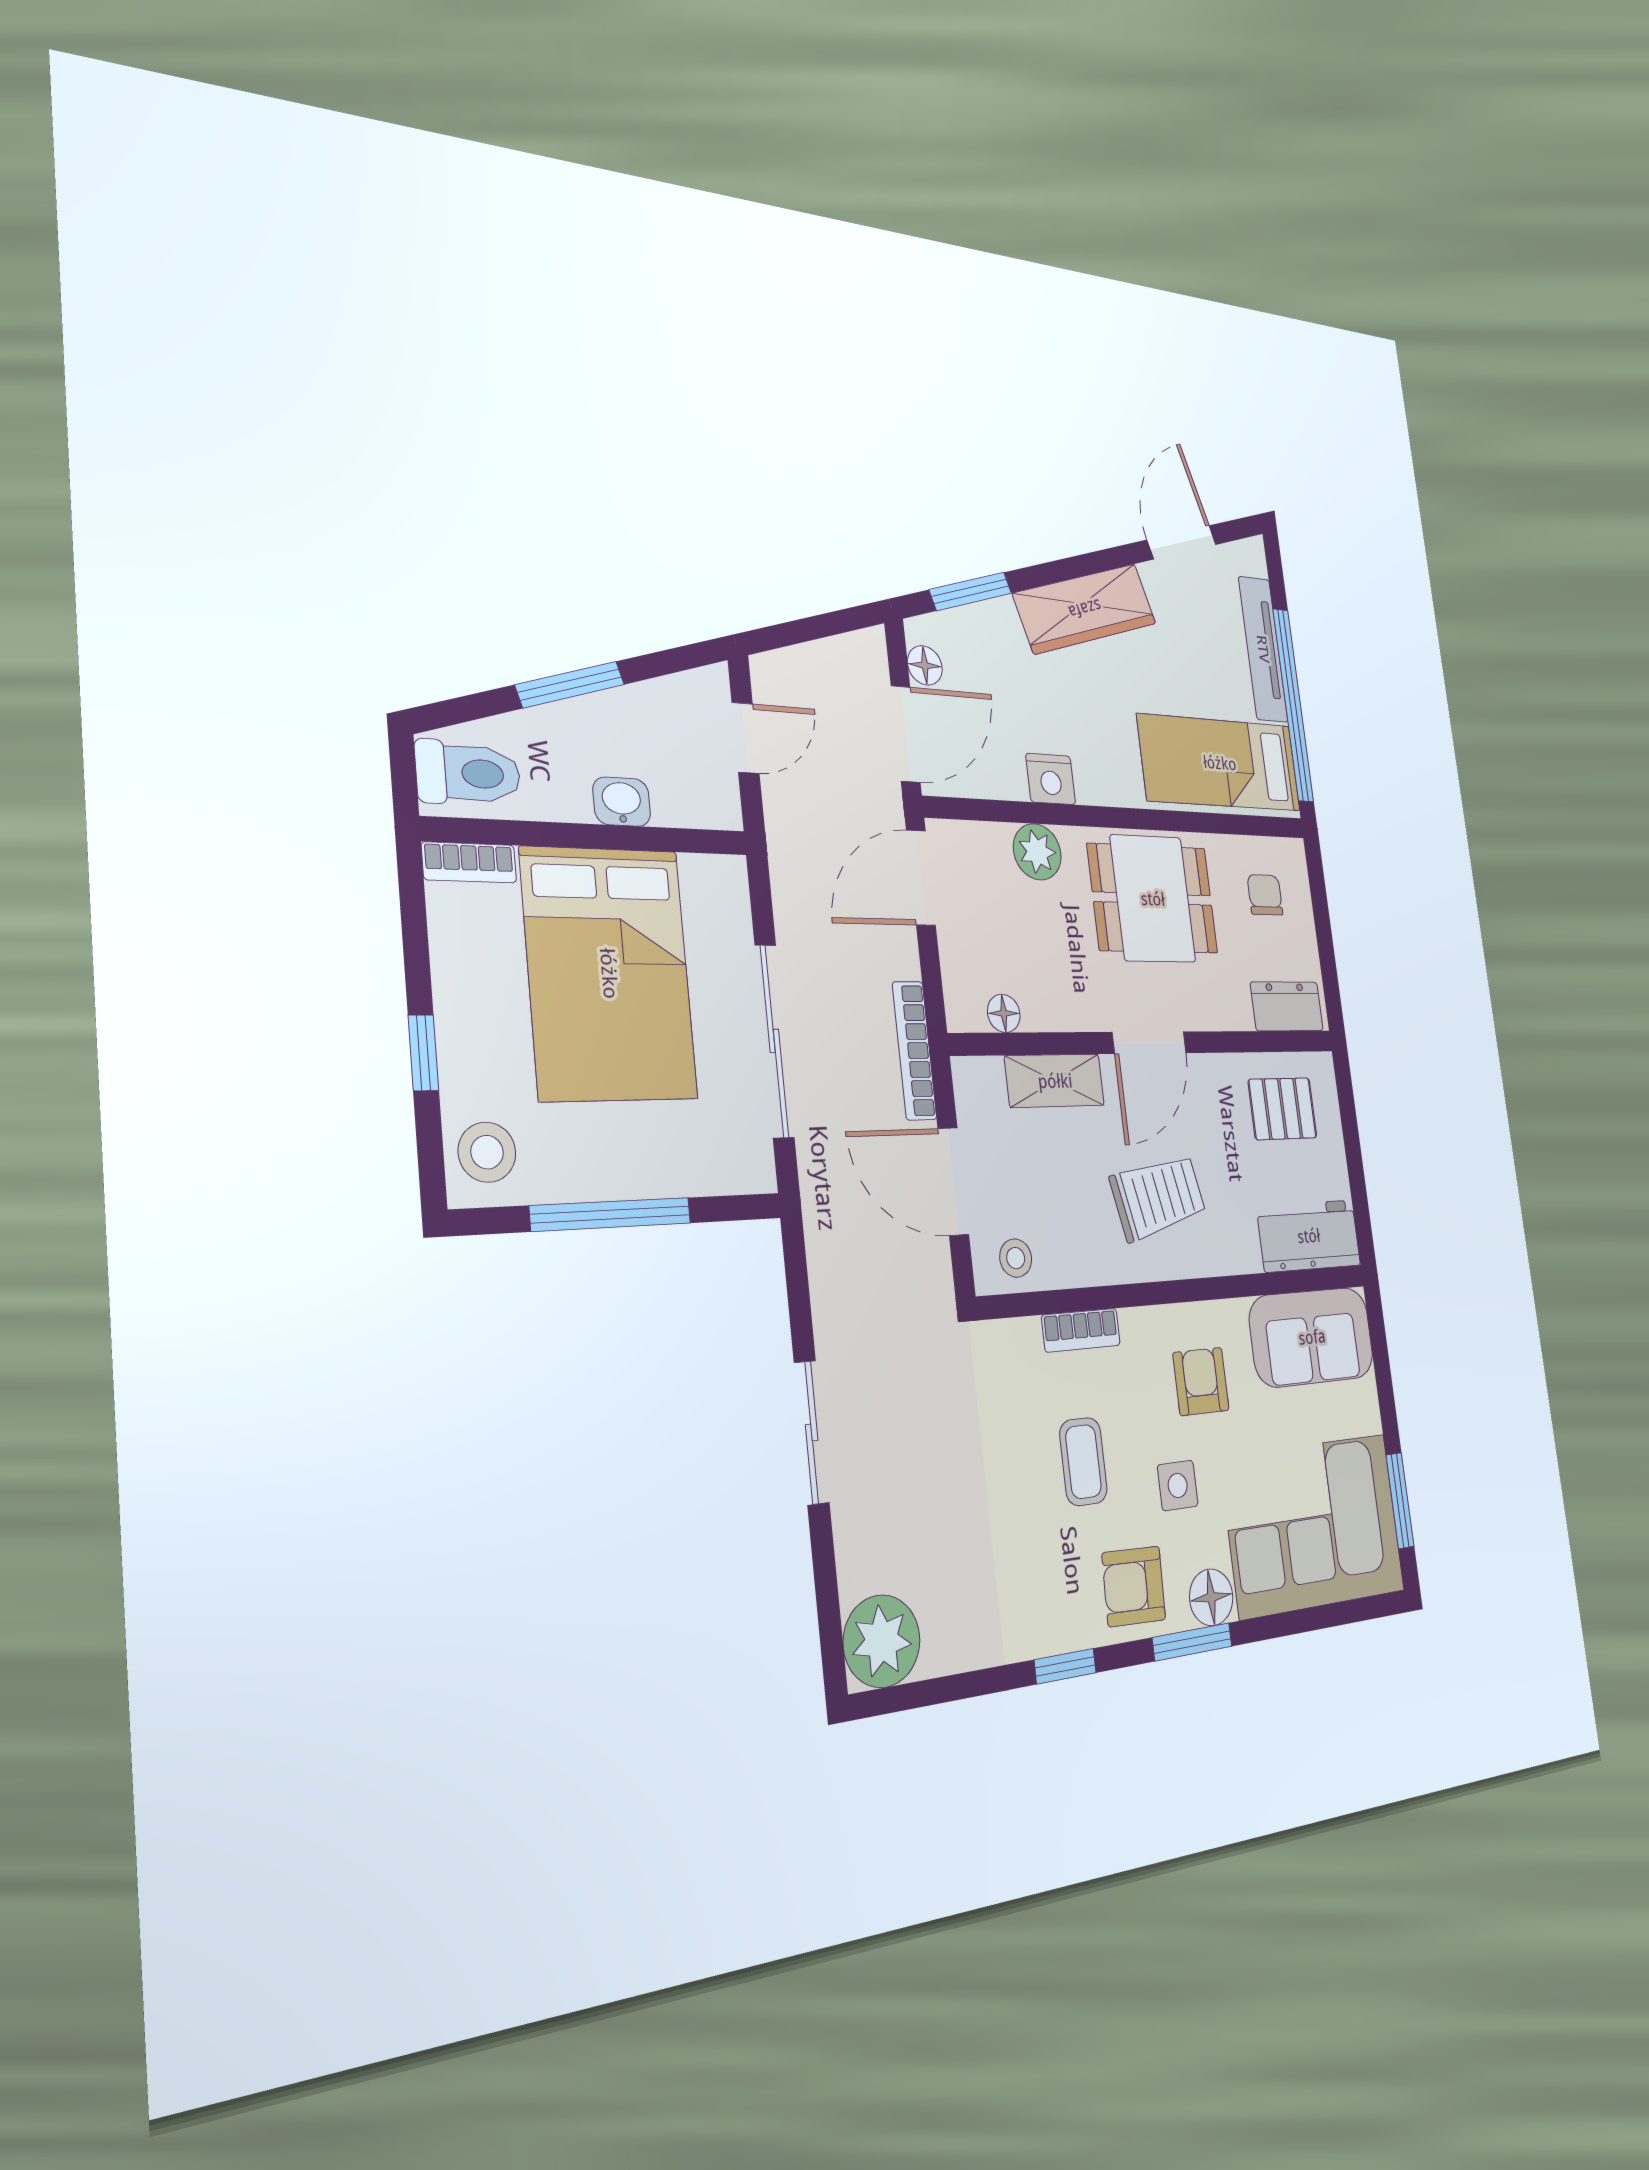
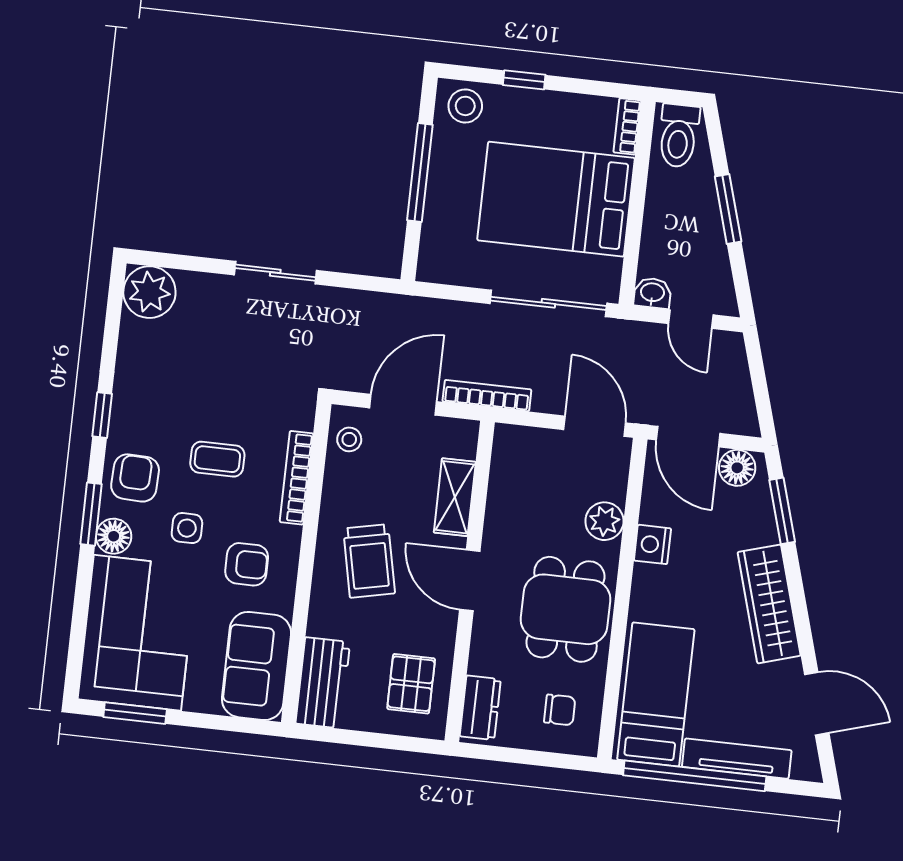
floor lamp: (925, 665) -> (737, 468), width x1.37, depth x1.37
washbasin: (622, 802) -> (652, 293), moved, turned -90
floor lamp: (1004, 1013) -> (502, 468), removed
sliding door: (774, 1041) -> (548, 303), moved
bookcase: (1081, 1330) -> (297, 478), width x1.56

